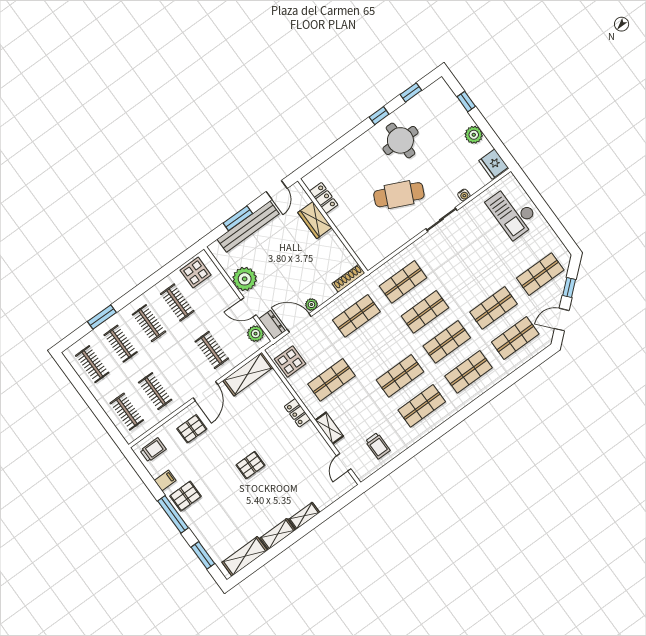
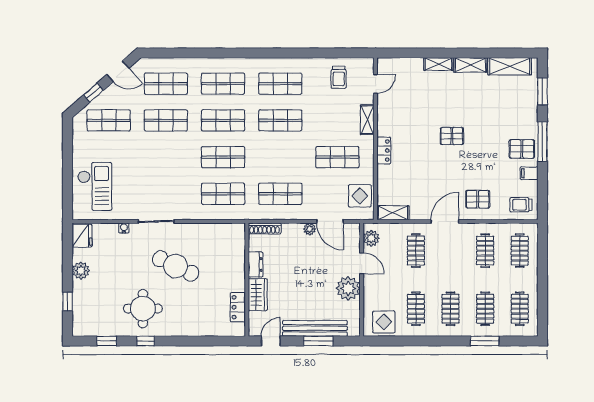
dresser: (272, 325) -> (255, 264), moved, turned 180
shelving: (248, 374) -> (393, 213), width x0.67, depth x0.75
trolley: (378, 446) -> (339, 77), turned 180

